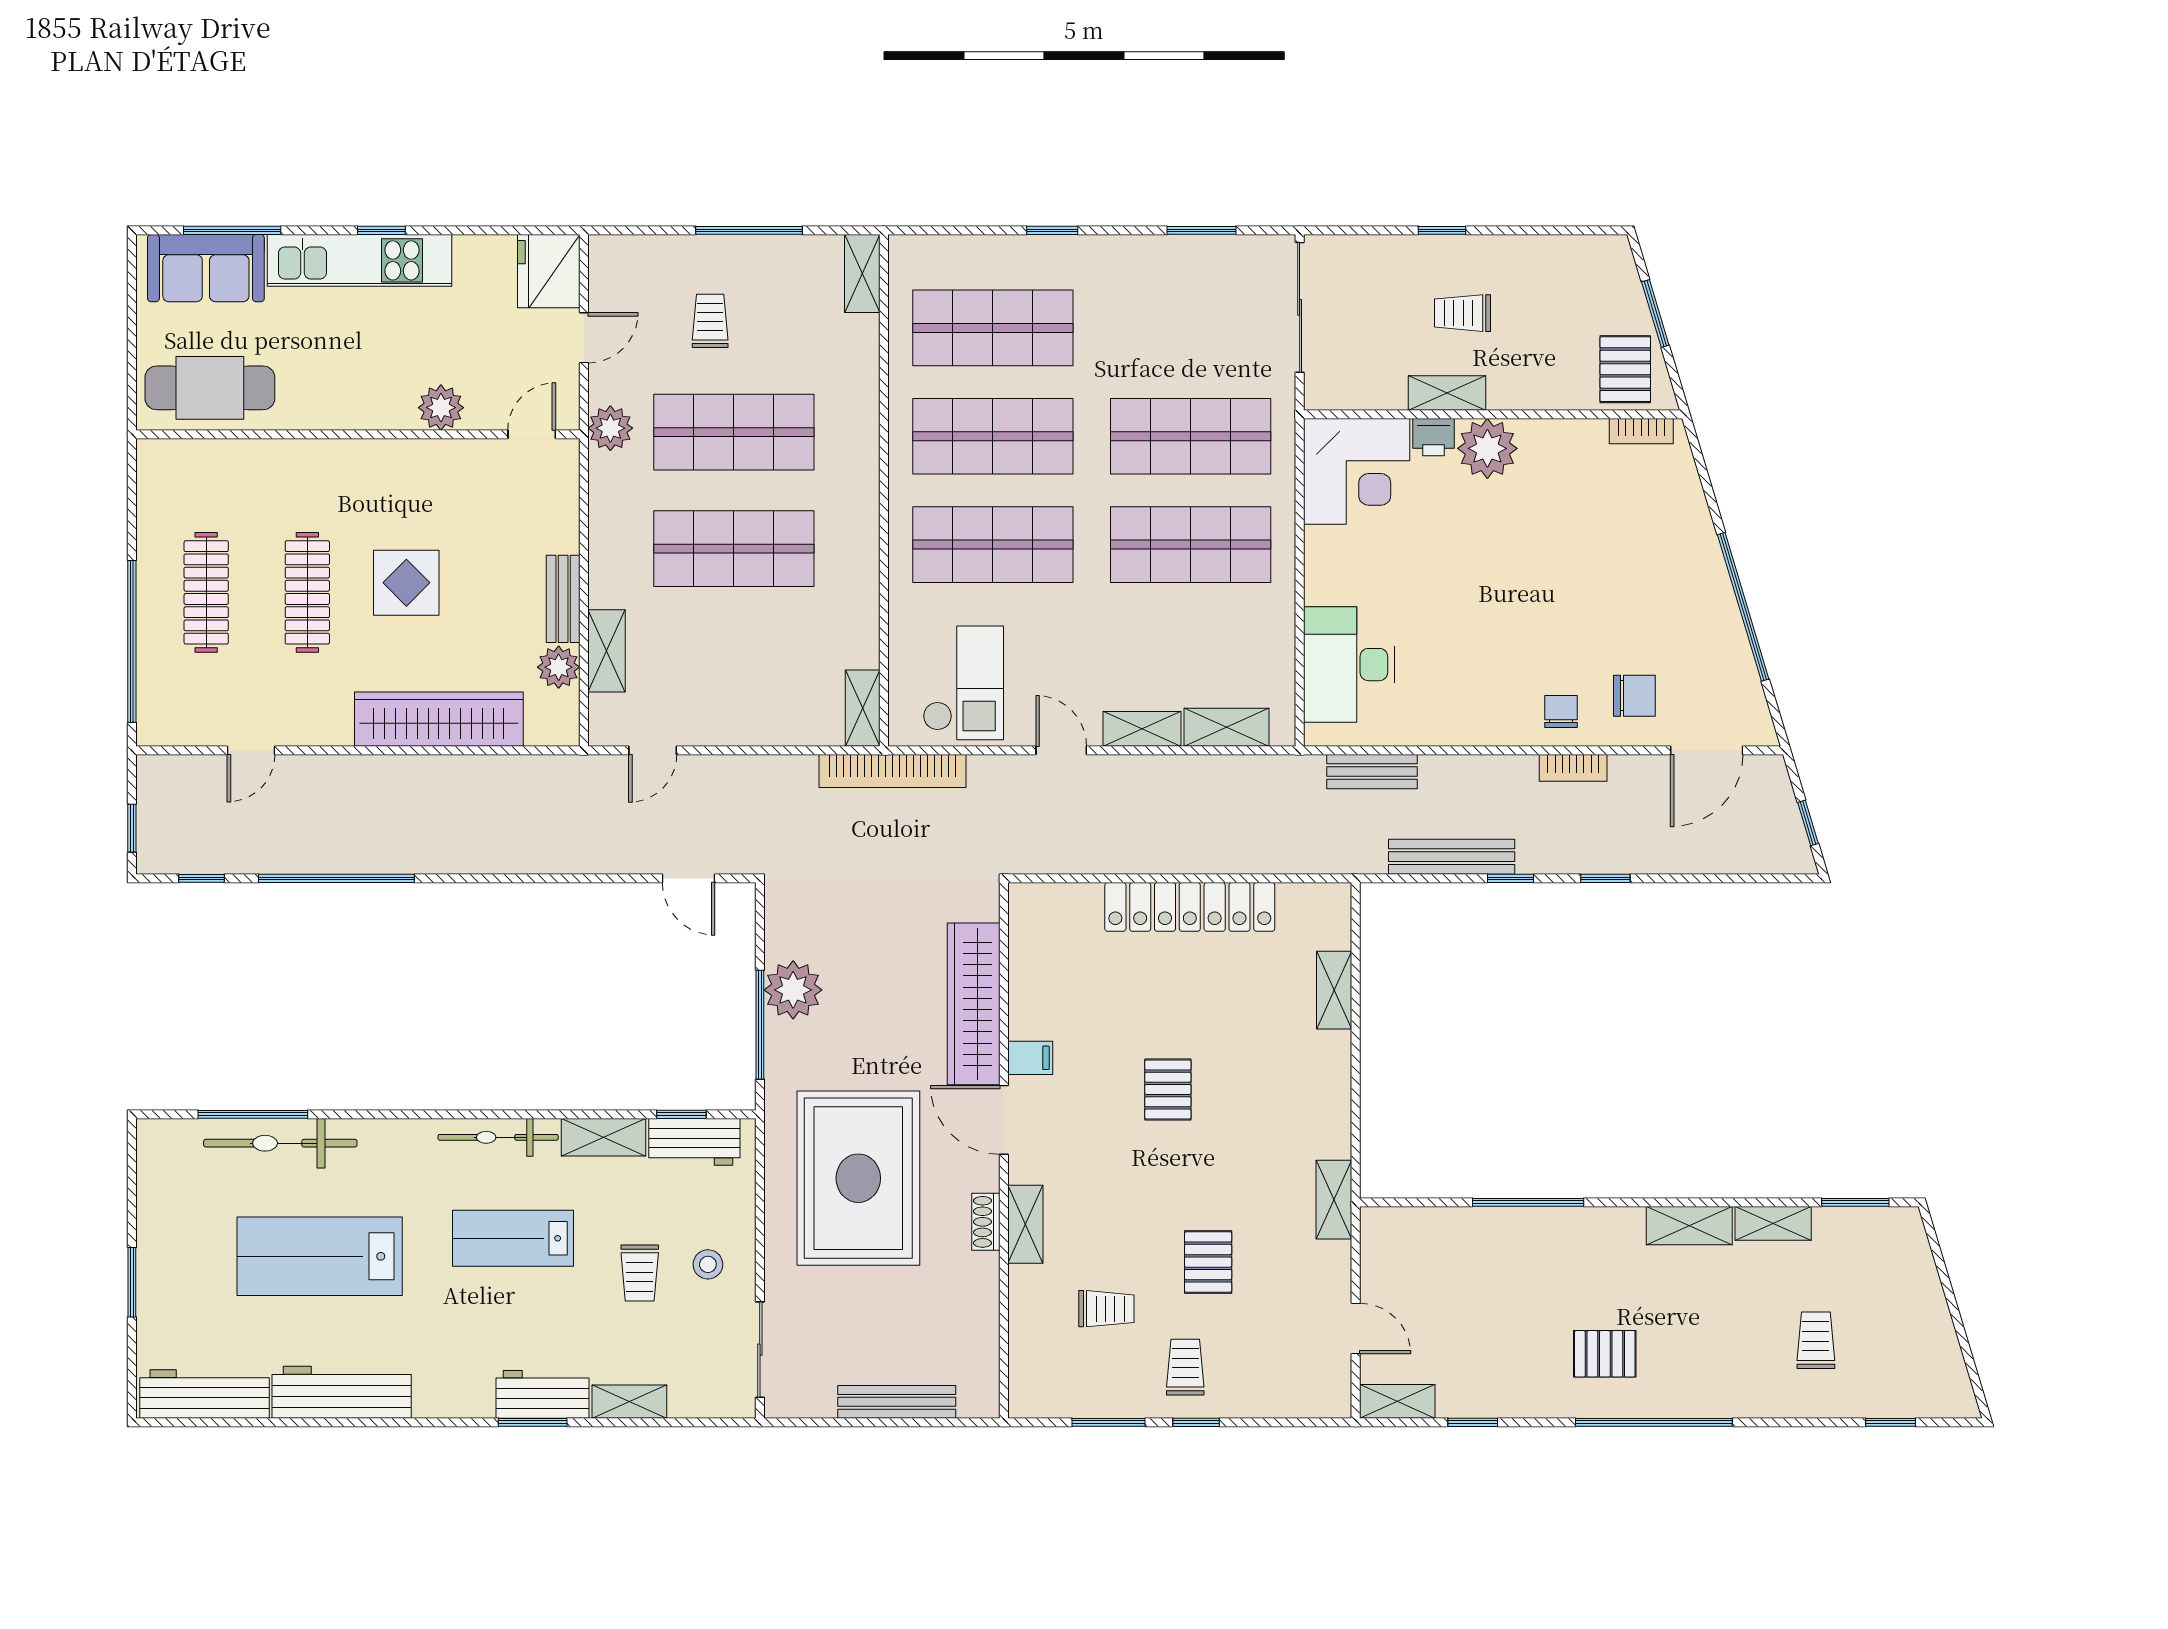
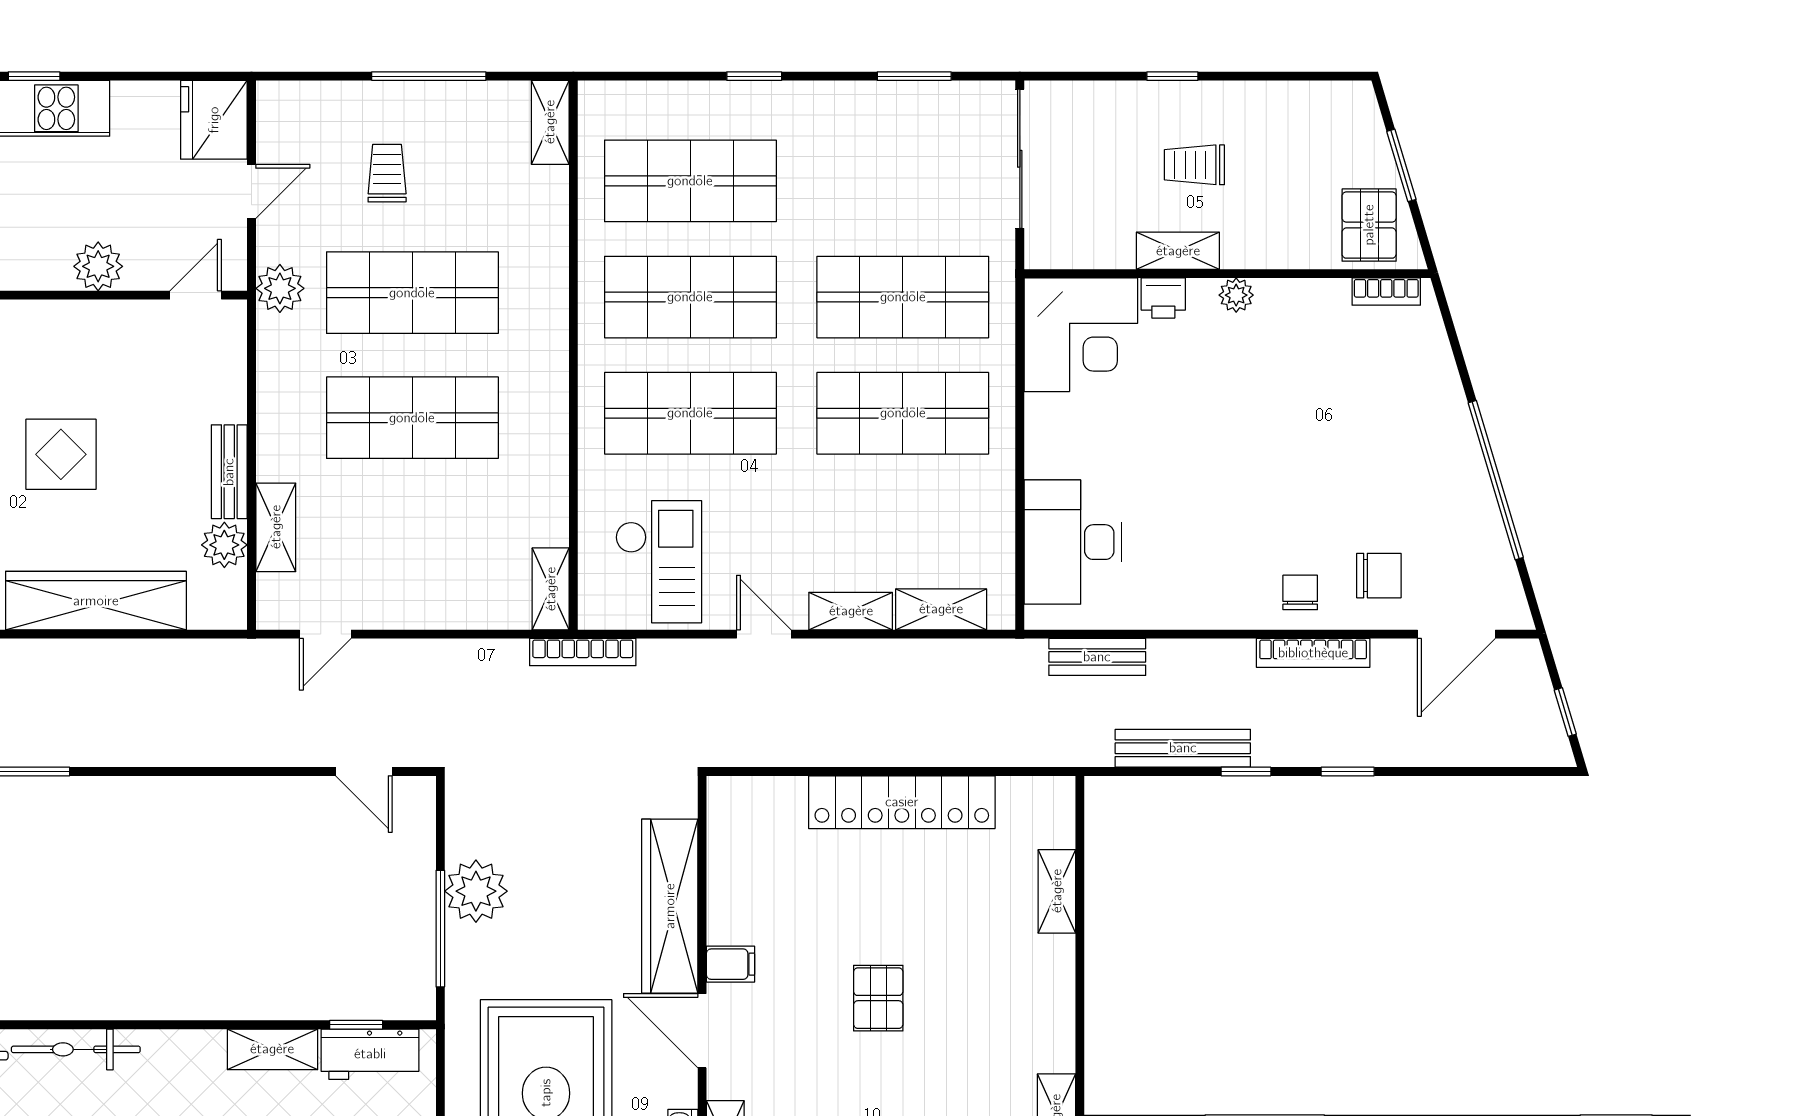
plant: (1487, 448) -> (1236, 295), width x0.53, depth x0.53
bookcase: (1573, 768) -> (1313, 653), width x1.56
bookcase: (893, 771) -> (583, 652), width x0.68, depth x0.76
bicycle: (498, 1137) -> (76, 1049), moved

